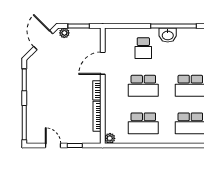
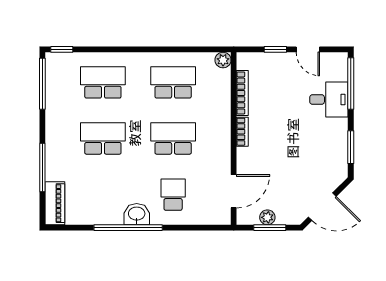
plant: (64, 33) -> (267, 217), moved
door: (43, 40) -> (322, 207), hinge flipped
door: (103, 63) -> (234, 191), moved
desk: (39, 112) -> (329, 100), added

